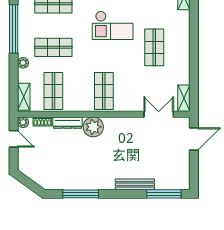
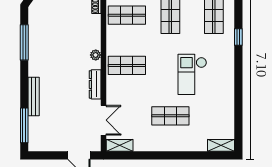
dresser: (67, 123) -> (95, 84), moved
plant: (93, 127) -> (96, 55), width x0.53, depth x0.53

